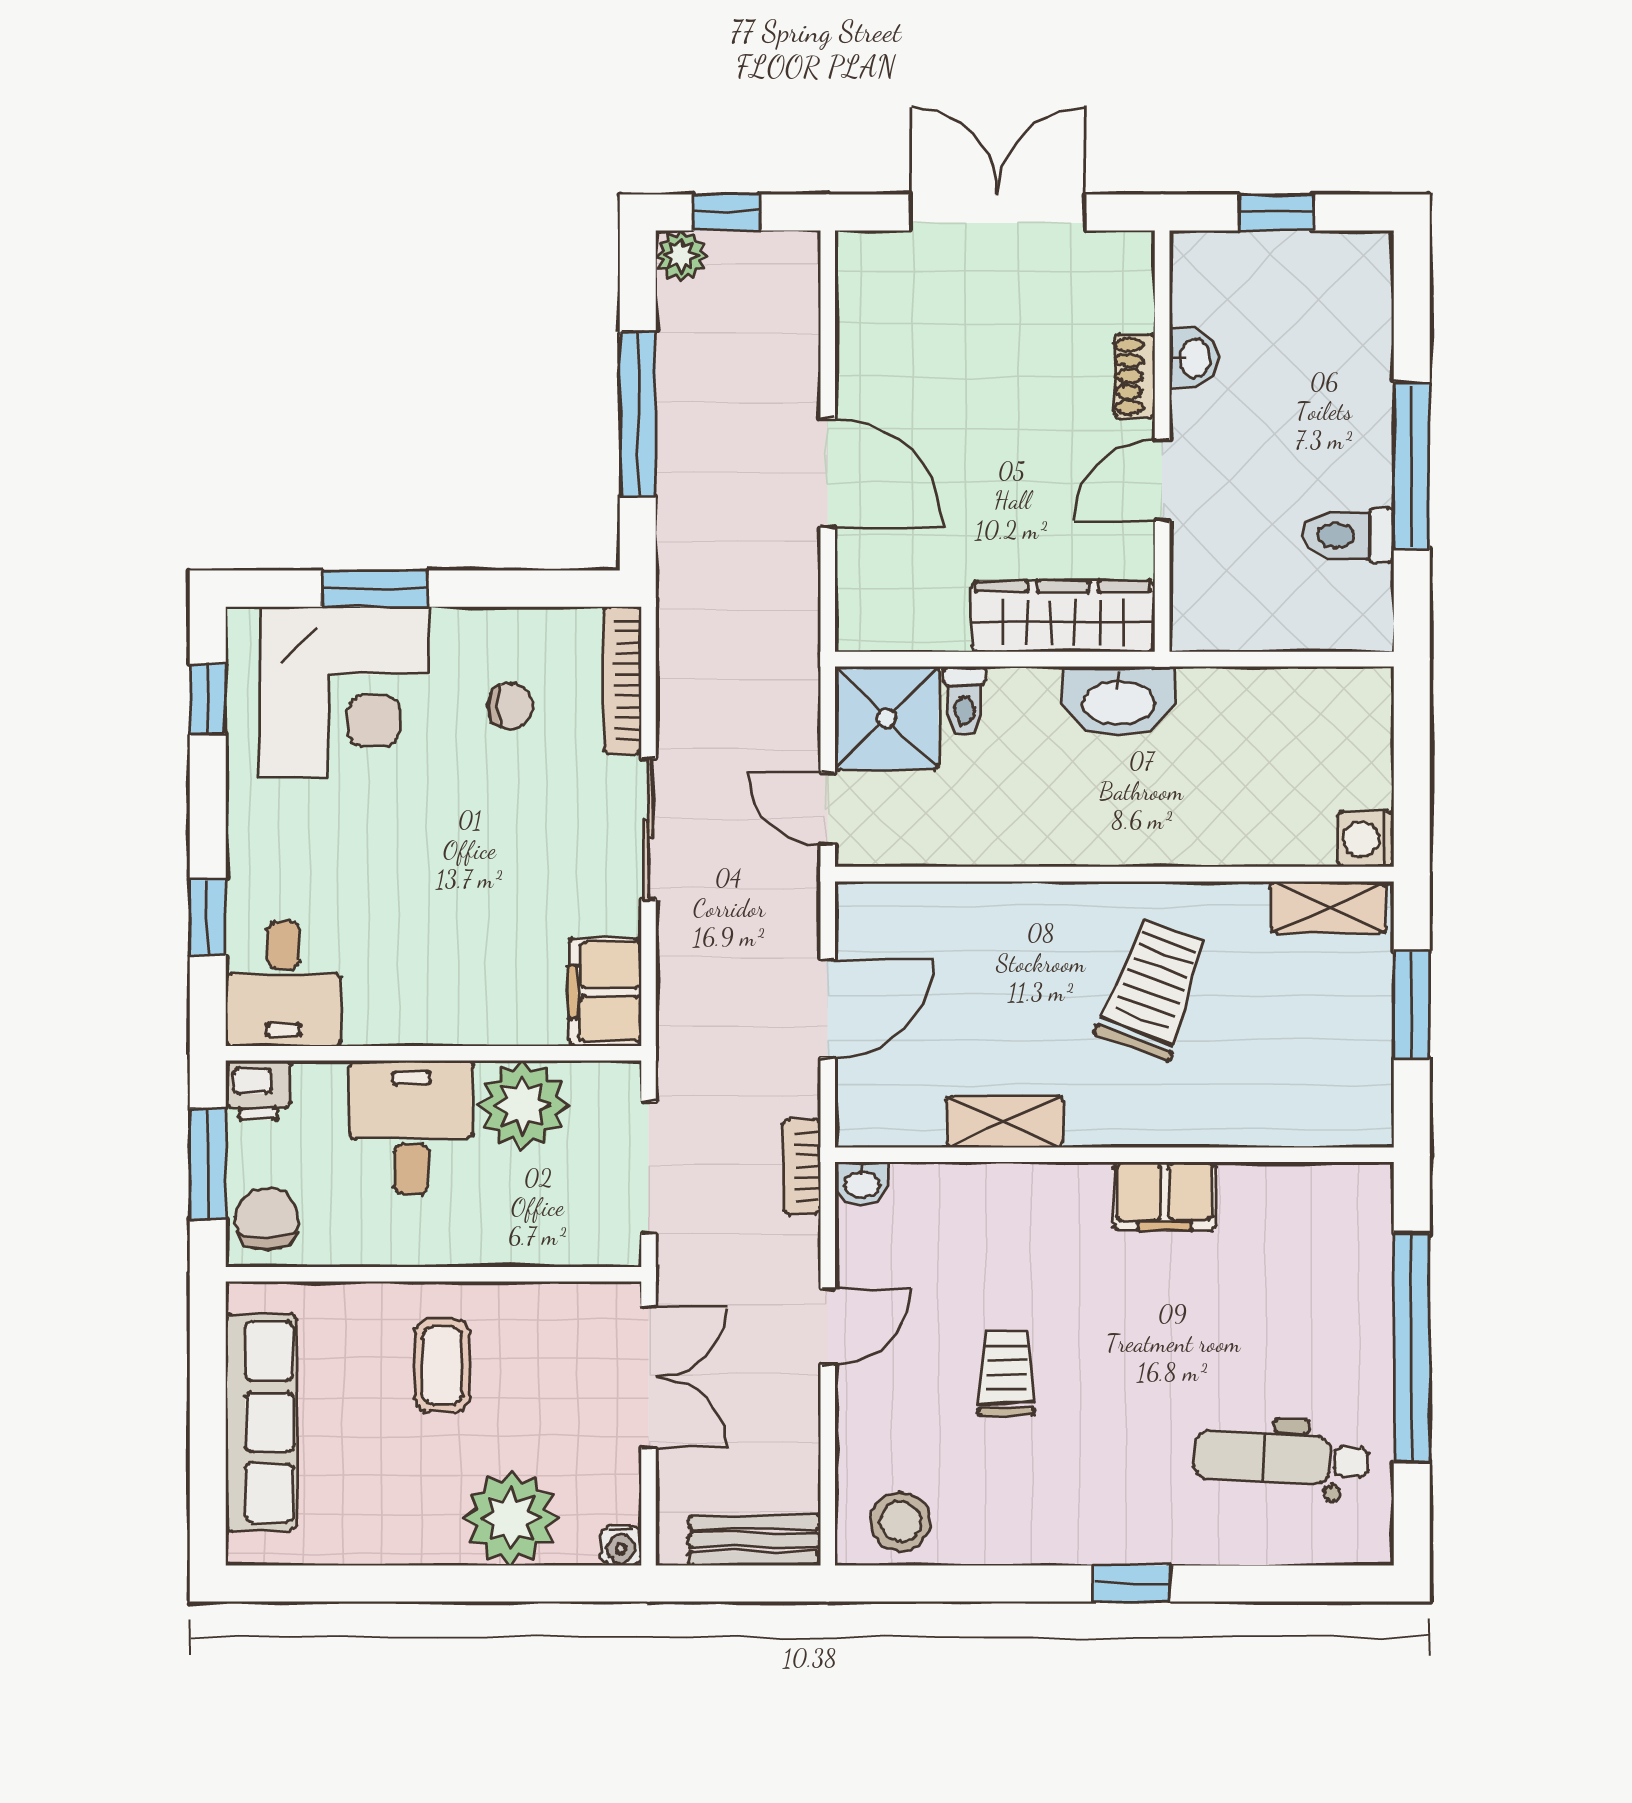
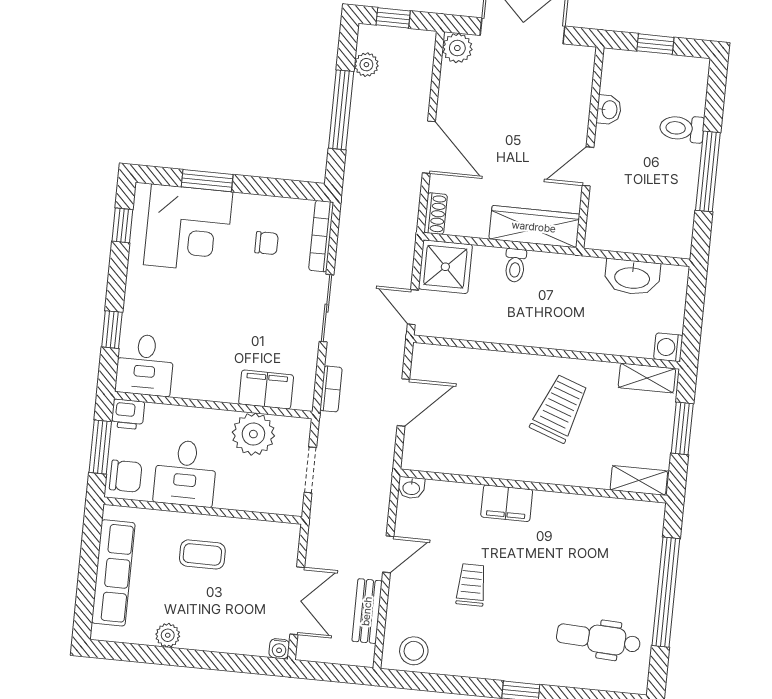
plant: (681, 256) -> (366, 65), moved
plant: (866, 262) -> (457, 48), added
shoe rack: (1134, 376) -> (436, 214), moved, turned 180
toilet: (1349, 535) -> (682, 128), moved
toilet: (964, 701) -> (515, 265), moved
washbasin: (1119, 701) -> (632, 277), moved
filing cabinet: (605, 992) -> (266, 389), moved, turned 90
shelving: (1005, 1122) -> (639, 480), moved
desk: (411, 1127) -> (185, 473), moved, turned 180
bookcase: (802, 1166) -> (331, 389), moved, turned 180
doorway: (649, 1168) -> (310, 470), width x0.73
filing cabinet: (1164, 1196) -> (507, 503), moved
chair: (267, 1219) -> (126, 476), turned 90
coffee table: (442, 1365) -> (202, 554), turned 90
double door: (649, 1377) -> (297, 601), moved
plant: (511, 1518) -> (168, 635), moved, width x0.53, depth x0.53
bench: (755, 1540) -> (367, 611), moved, turned 90

